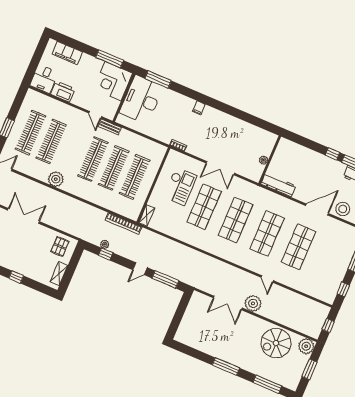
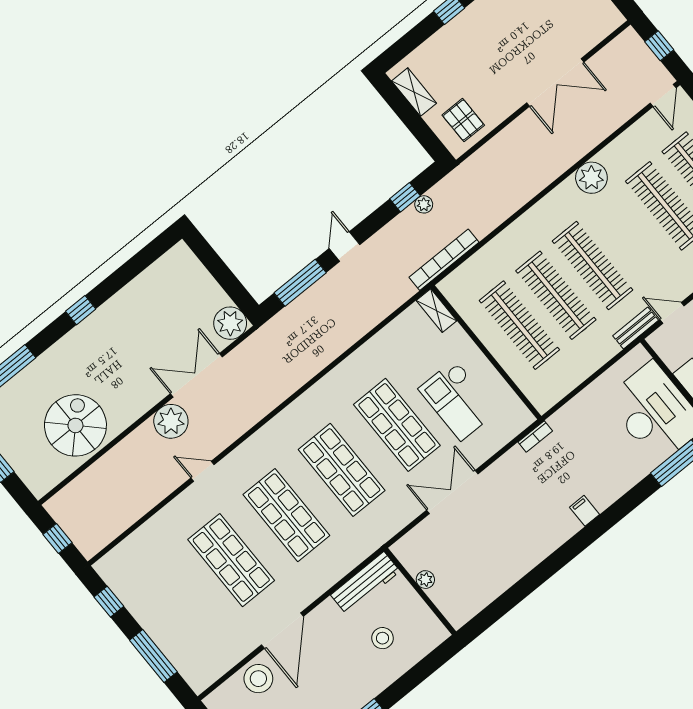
stool: (298, 165) -> (382, 638), added
plant: (306, 346) -> (230, 323), moved
window: (226, 367) -> (81, 310), width x0.46

